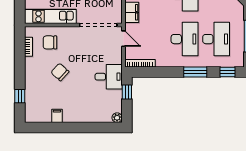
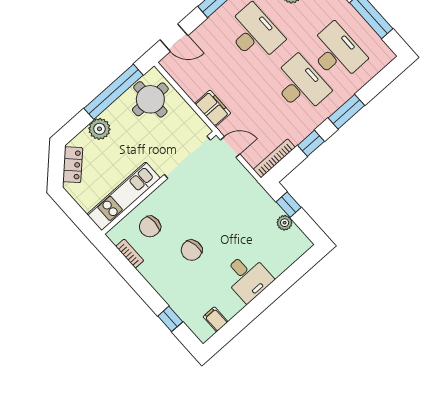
chair: (60, 72) -> (192, 250), turned -52
window: (227, 72) -> (311, 143), moved
desk: (109, 77) -> (247, 277), moved, turned 90
filing cabinet: (57, 116) -> (216, 319), moved
plant: (117, 118) -> (285, 223), moved

